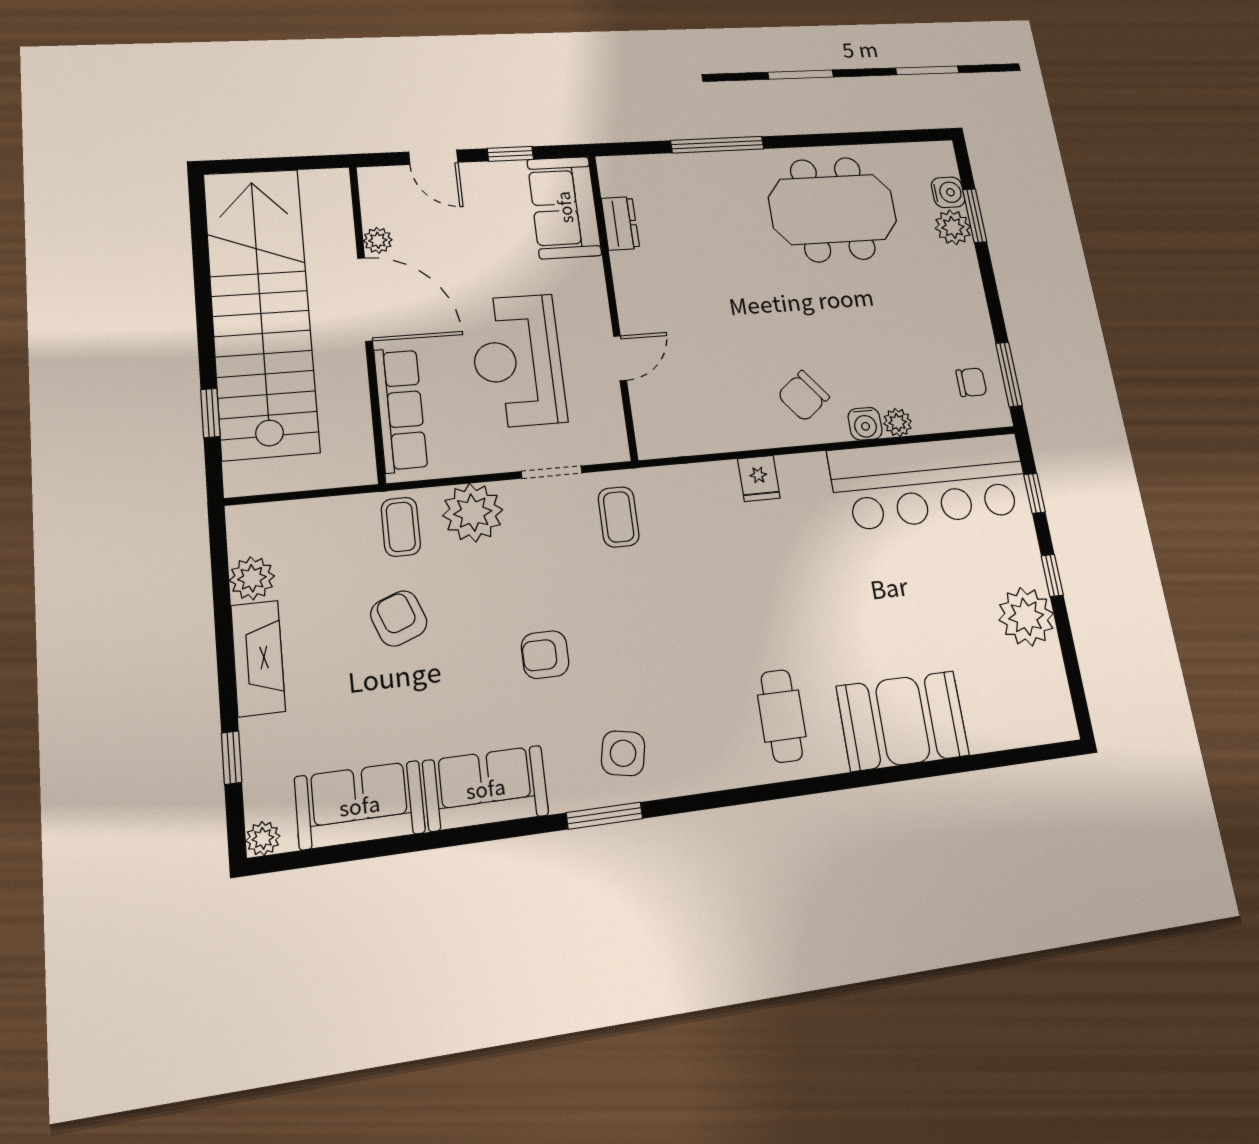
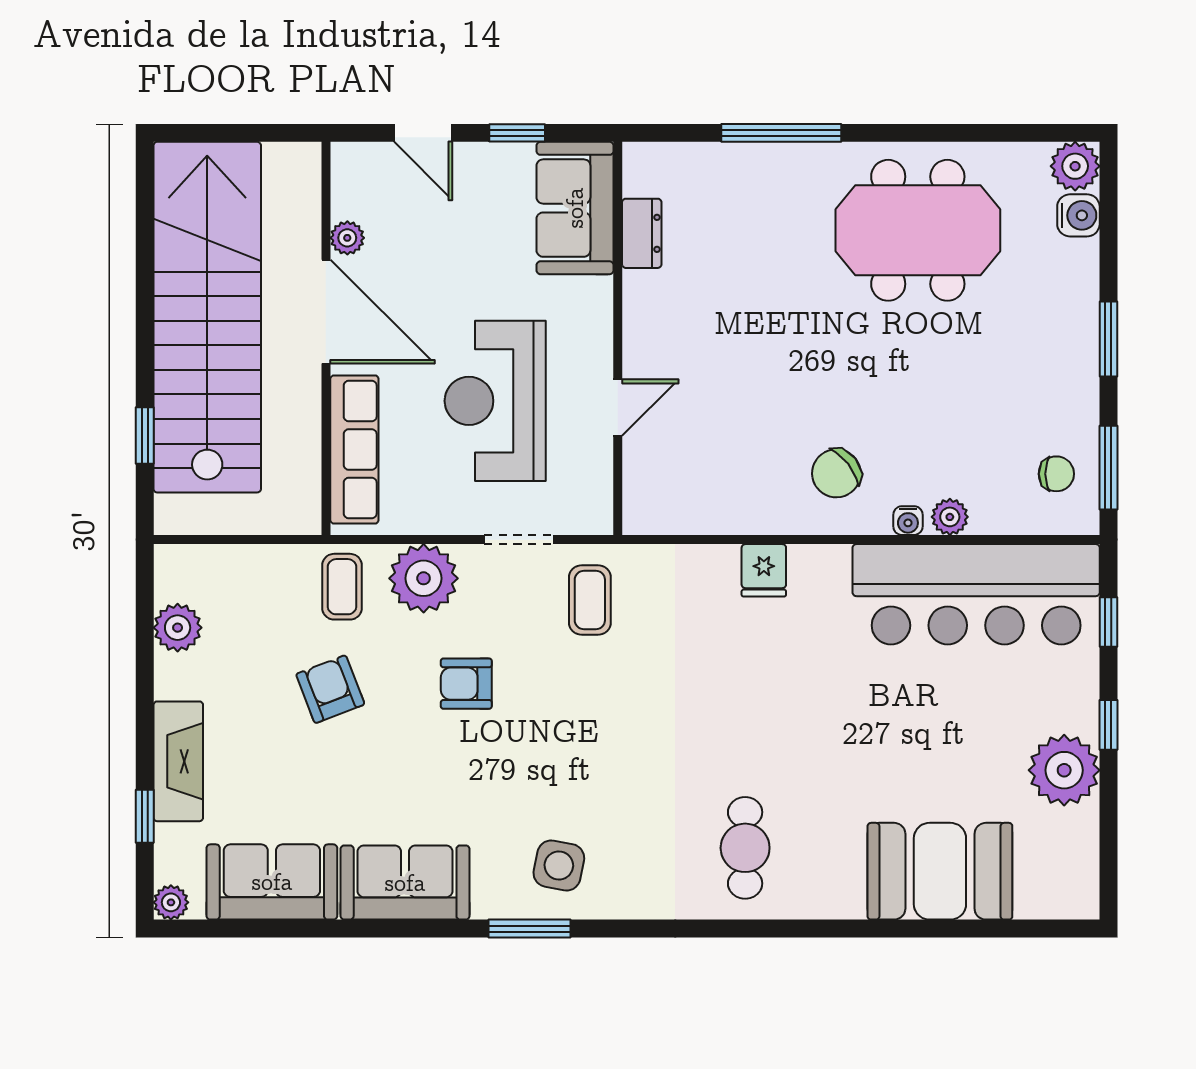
window: (975, 216) -> (1108, 339), moved
plant: (953, 227) -> (1075, 166), moved
water cooler: (865, 424) -> (908, 521), width x0.72, depth x0.72
armchair: (545, 655) -> (466, 684), moved
fireplace: (258, 658) -> (178, 761), moved
booth: (903, 721) -> (940, 871), moved

